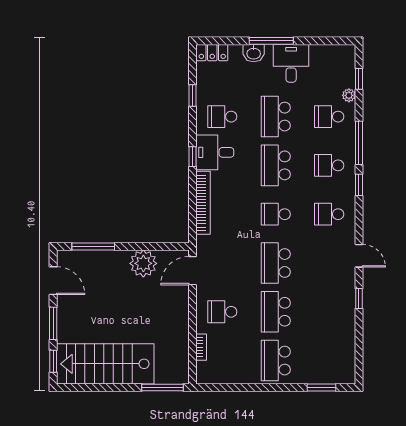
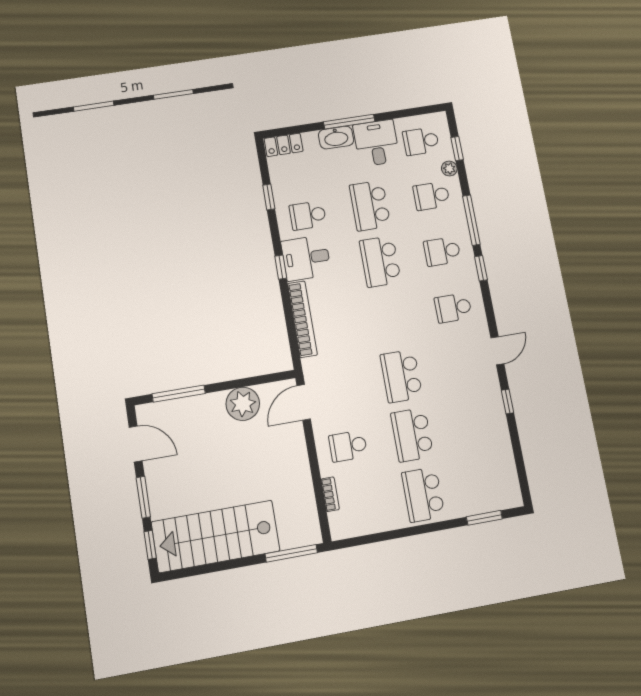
washbasin: (254, 53) -> (336, 138), width x1.38
school desk: (276, 214) -> (421, 141), moved
door: (359, 256) -> (497, 351), hinge flipped

